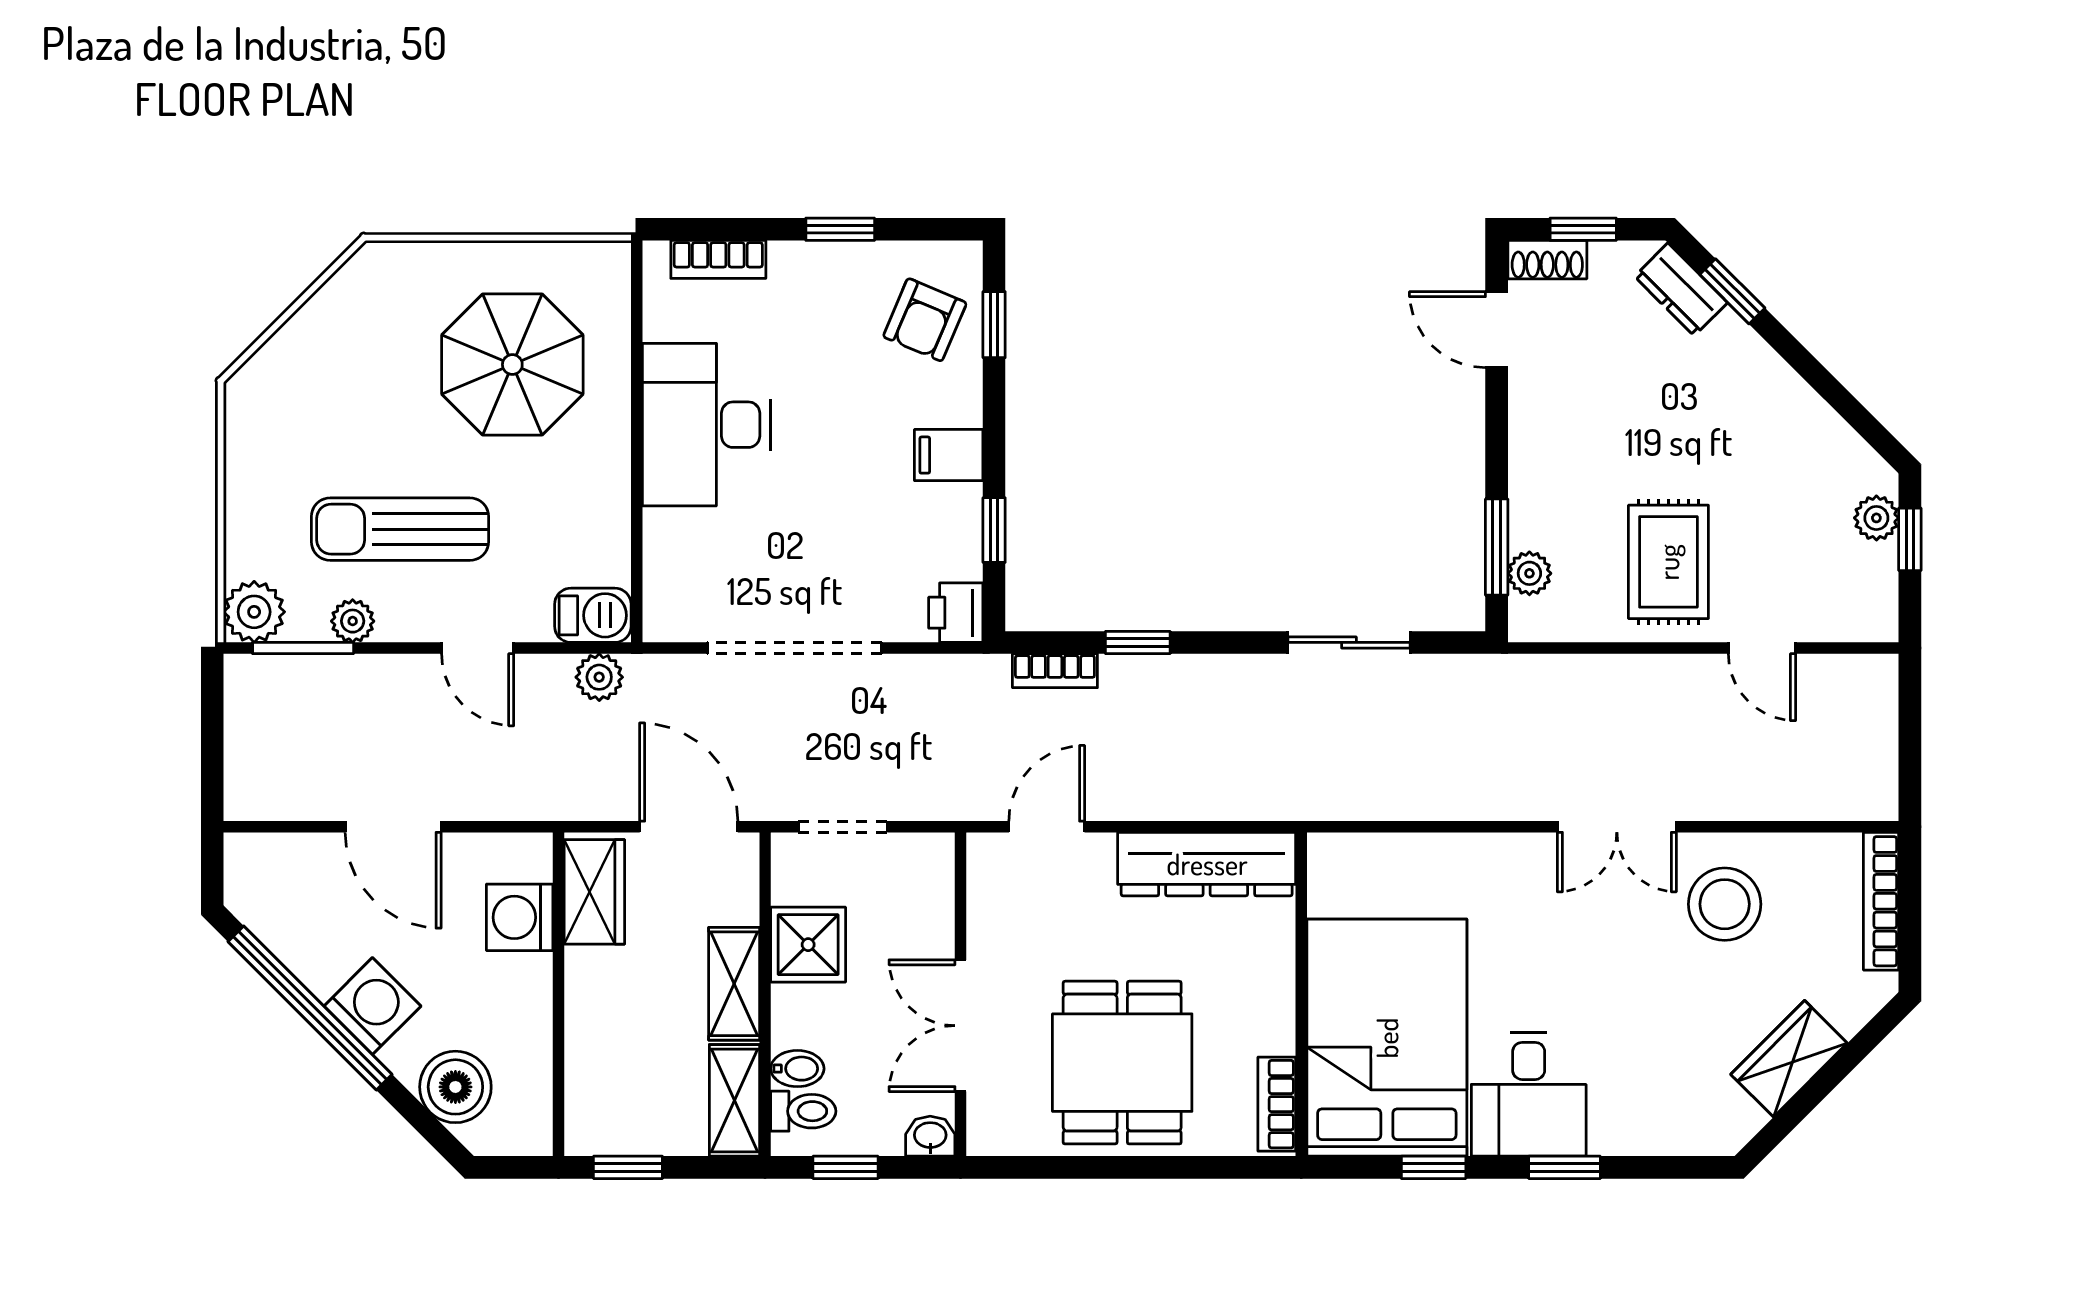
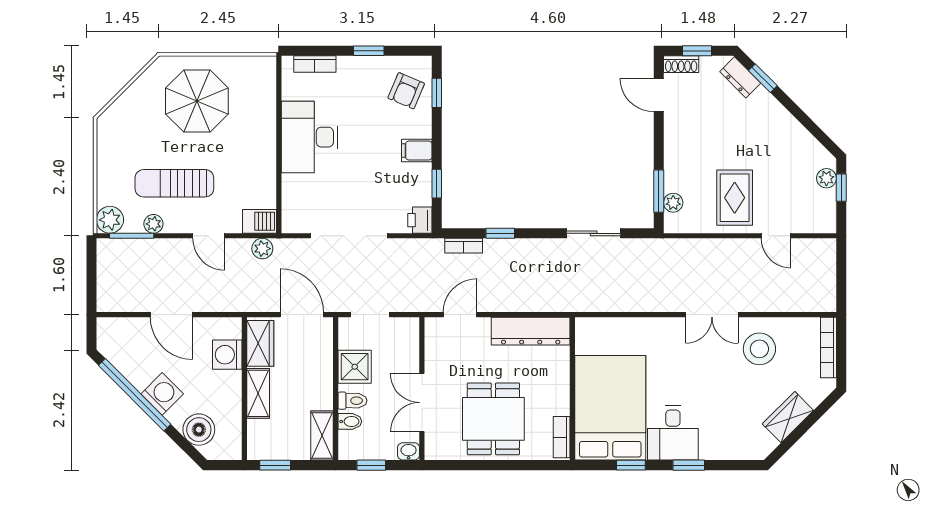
parasol: (512, 365) -> (197, 101), moved
shelving: (734, 984) -> (258, 393), moved
toilet: (803, 1111) -> (352, 401), moved

